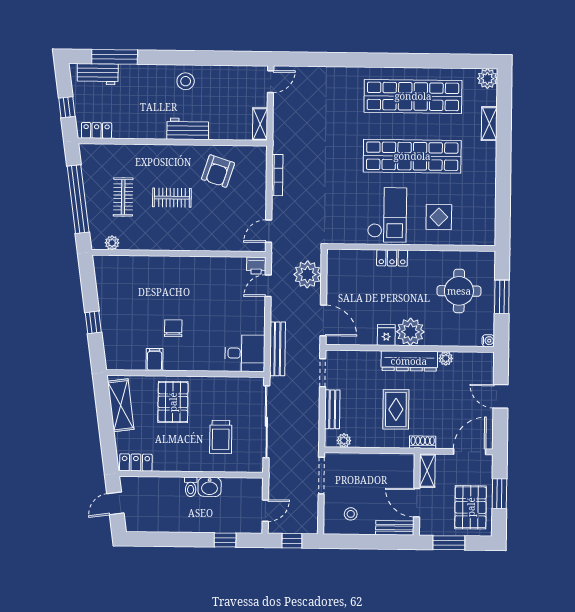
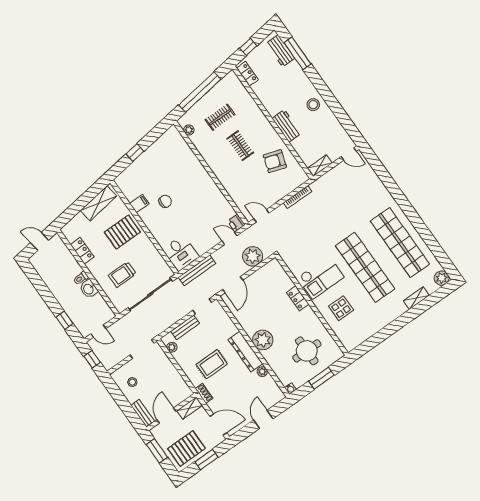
fridge: (386, 335) -> (251, 327), removed
locker: (136, 462) -> (82, 251), moved

